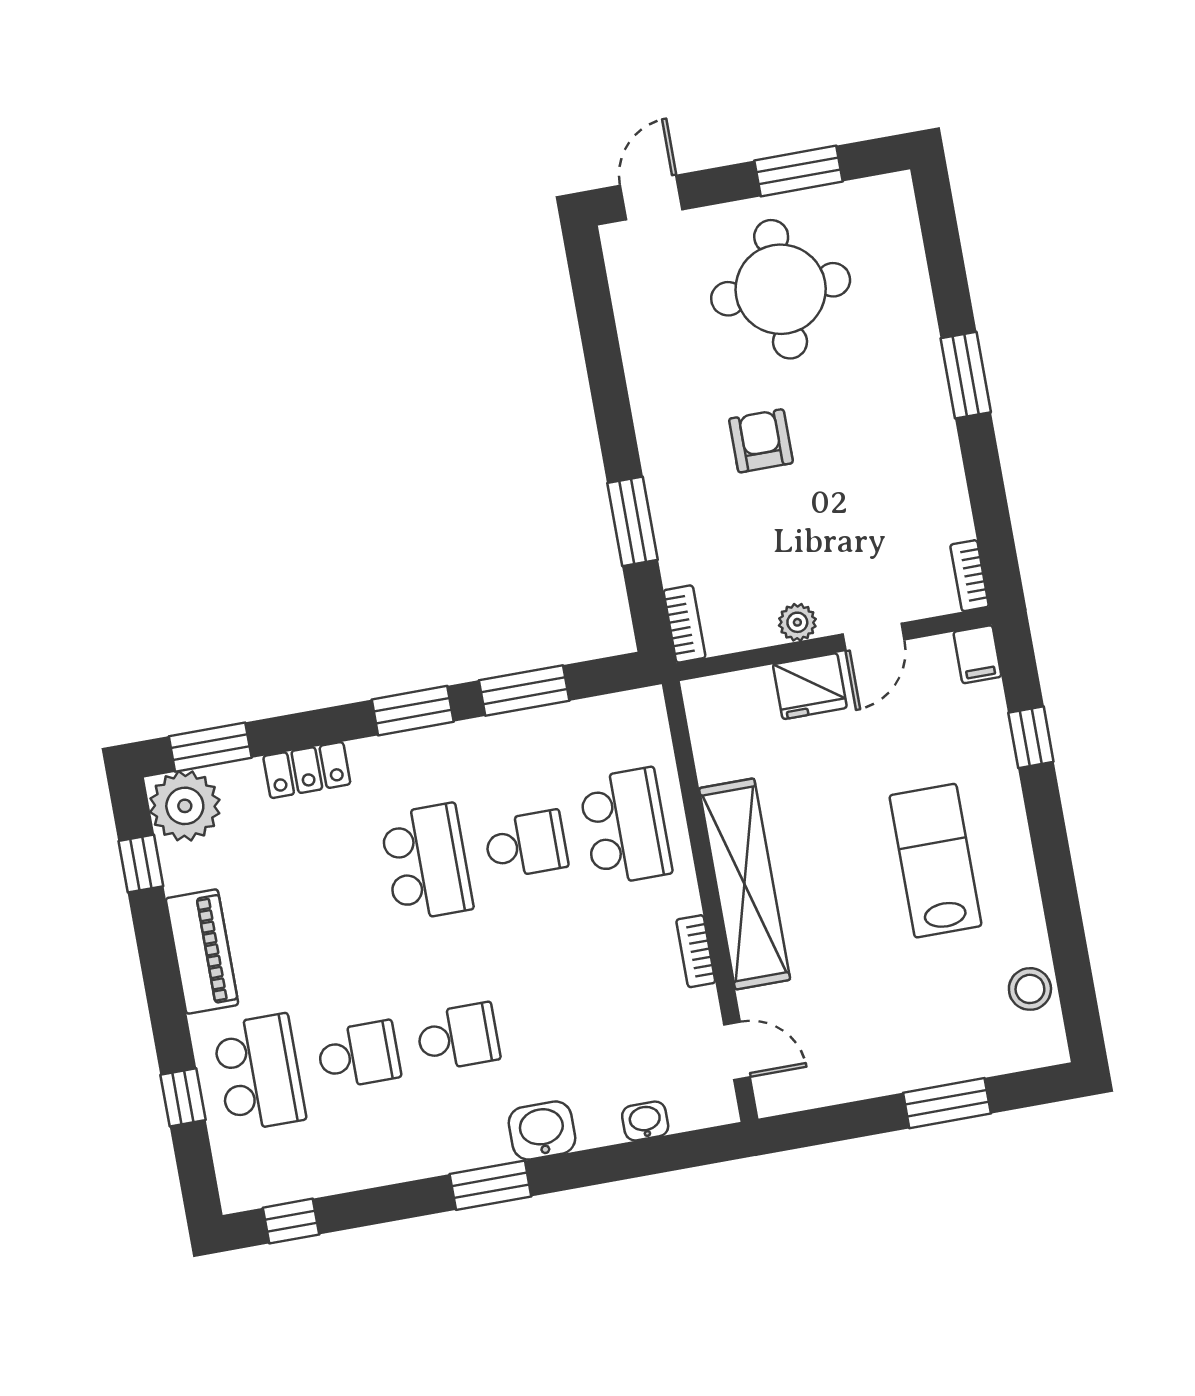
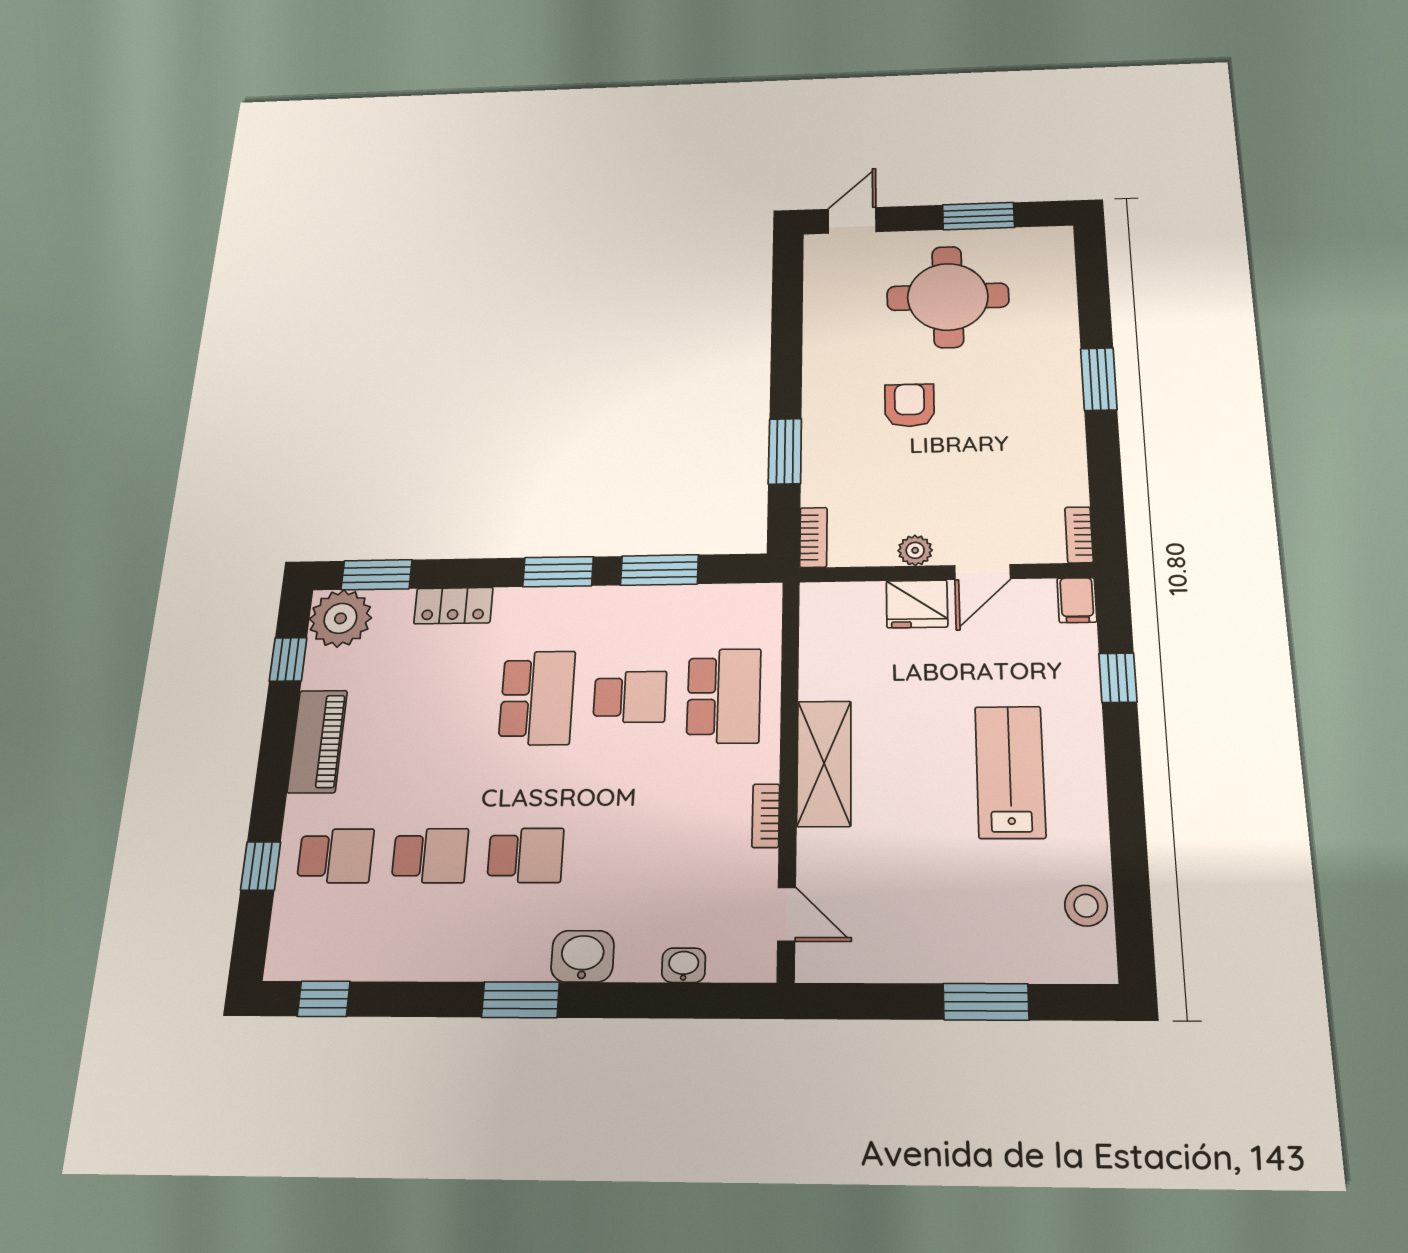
shelving: (745, 884) -> (824, 763), width x0.68
school desk: (259, 1073) -> (336, 856), width x0.54

